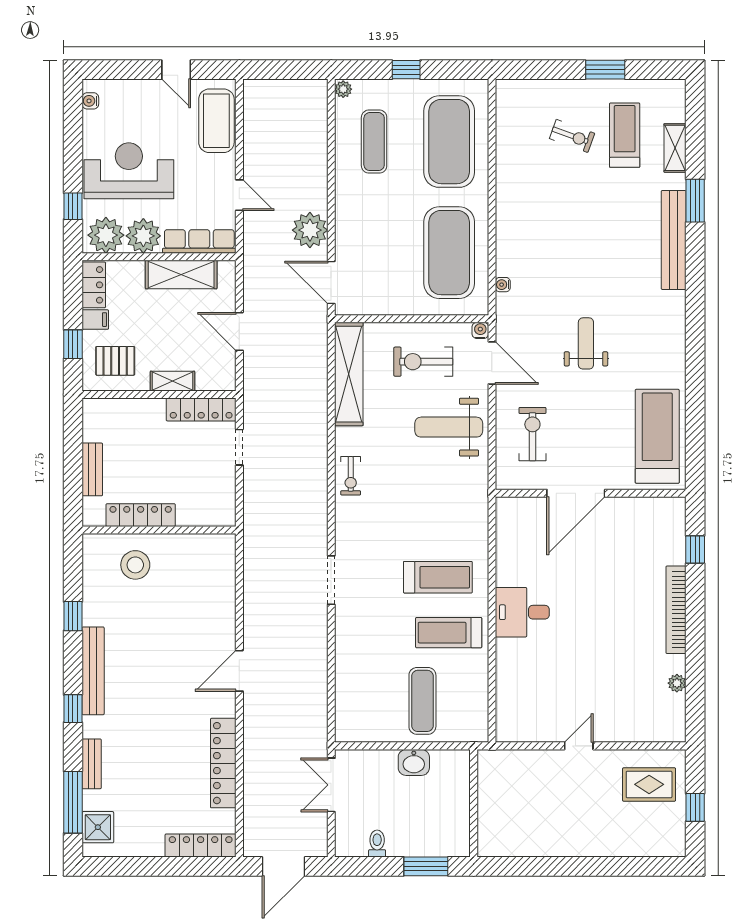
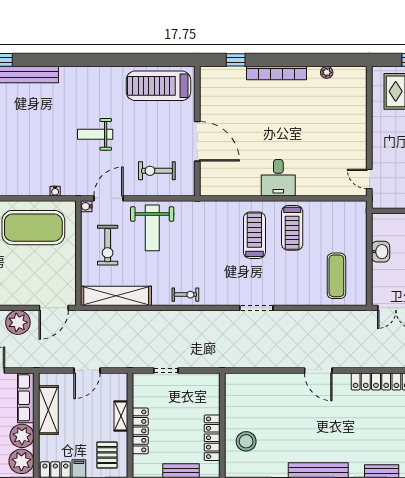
locker: (201, 409) -> (140, 431), moved
exercise mat: (422, 701) -> (336, 276), moved, turned 90
door: (579, 746) -> (369, 179), moved

